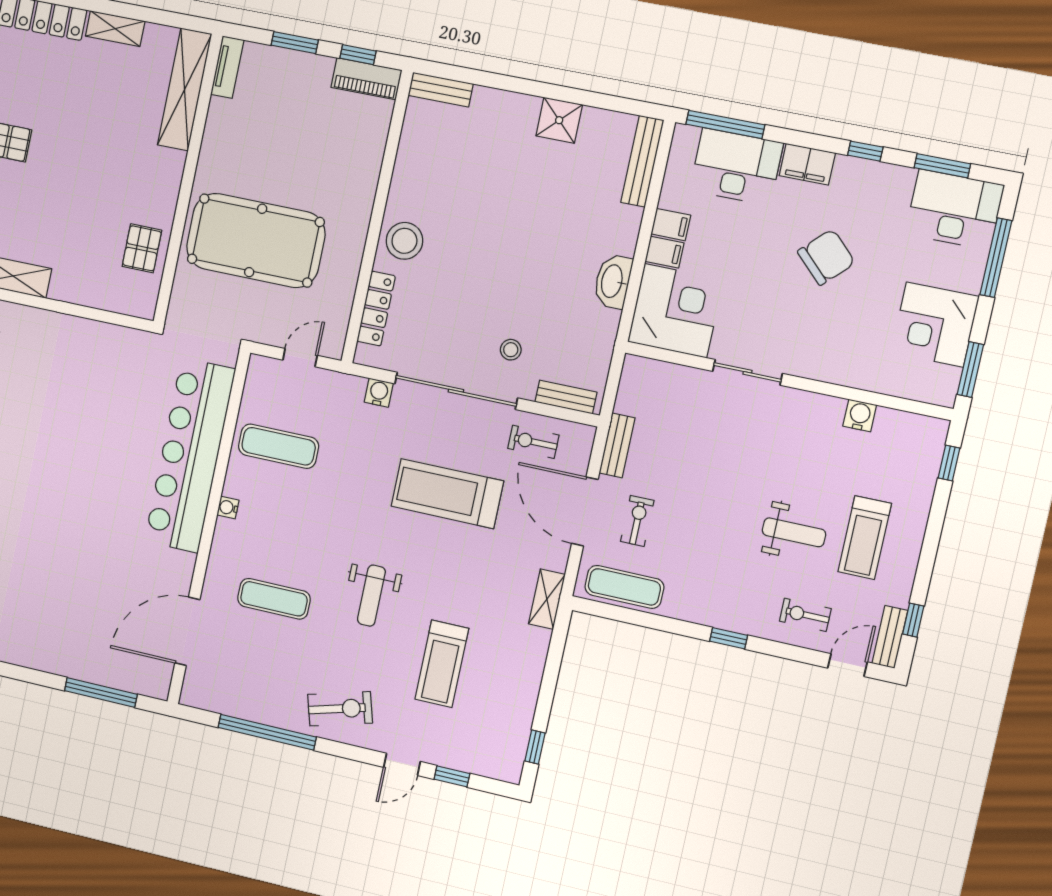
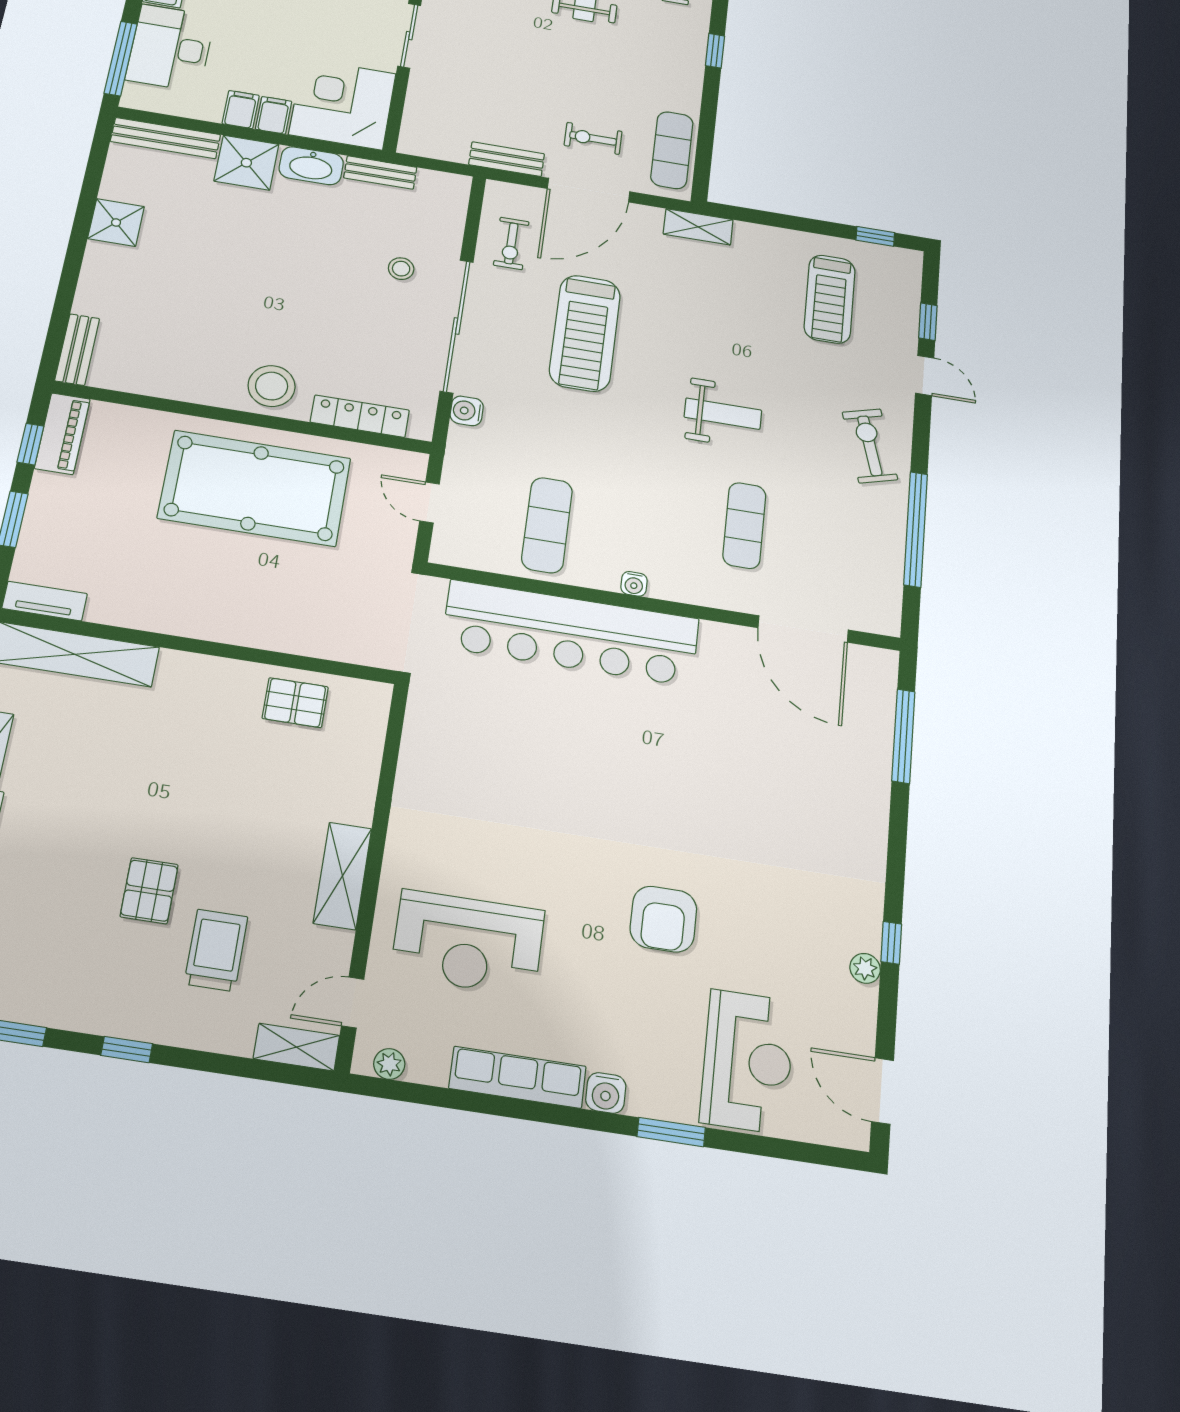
shower: (617, 228) -> (246, 163), added
pool table: (256, 240) -> (255, 488), moved, turned 90
bench: (566, 397) -> (380, 173), moved, turned 90
treadmill: (442, 664) -> (830, 299), moved, turned 90

